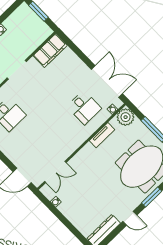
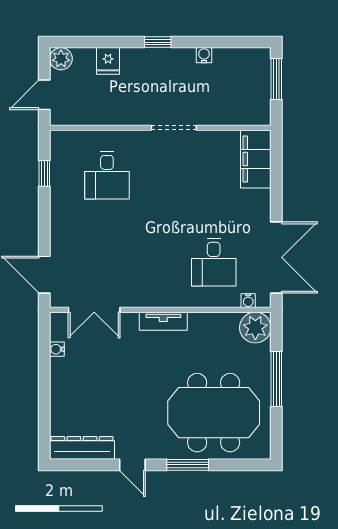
filing cabinet: (50, 50) -> (256, 159), moved, turned 90
tv unit: (102, 135) -> (163, 321), moved

